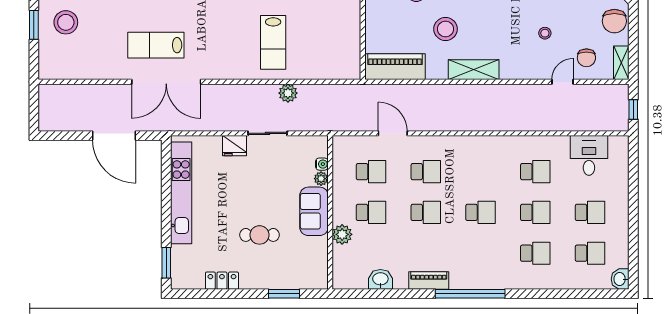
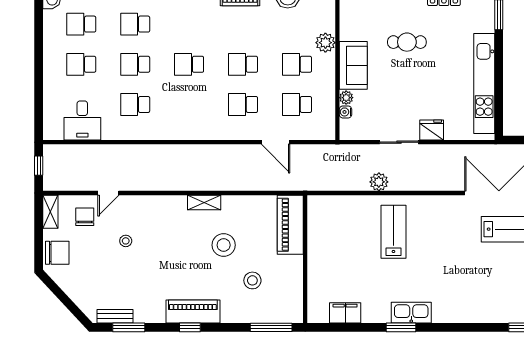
chair: (614, 21) -> (57, 253), turned 90
piano: (395, 67) -> (290, 225), moved, turned 90
shelving: (474, 70) -> (204, 203), width x0.67, depth x0.75

